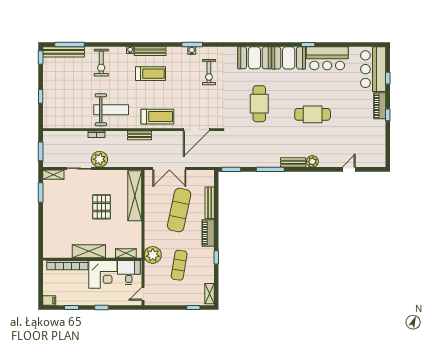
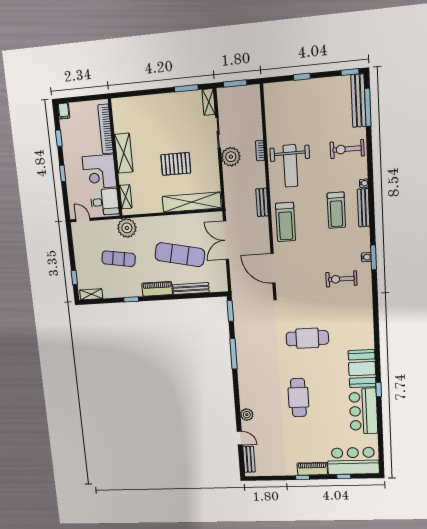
booth: (254, 58) -> (361, 330), removed
plant: (312, 161) -> (247, 415), moved
bench: (293, 162) -> (249, 459), moved

